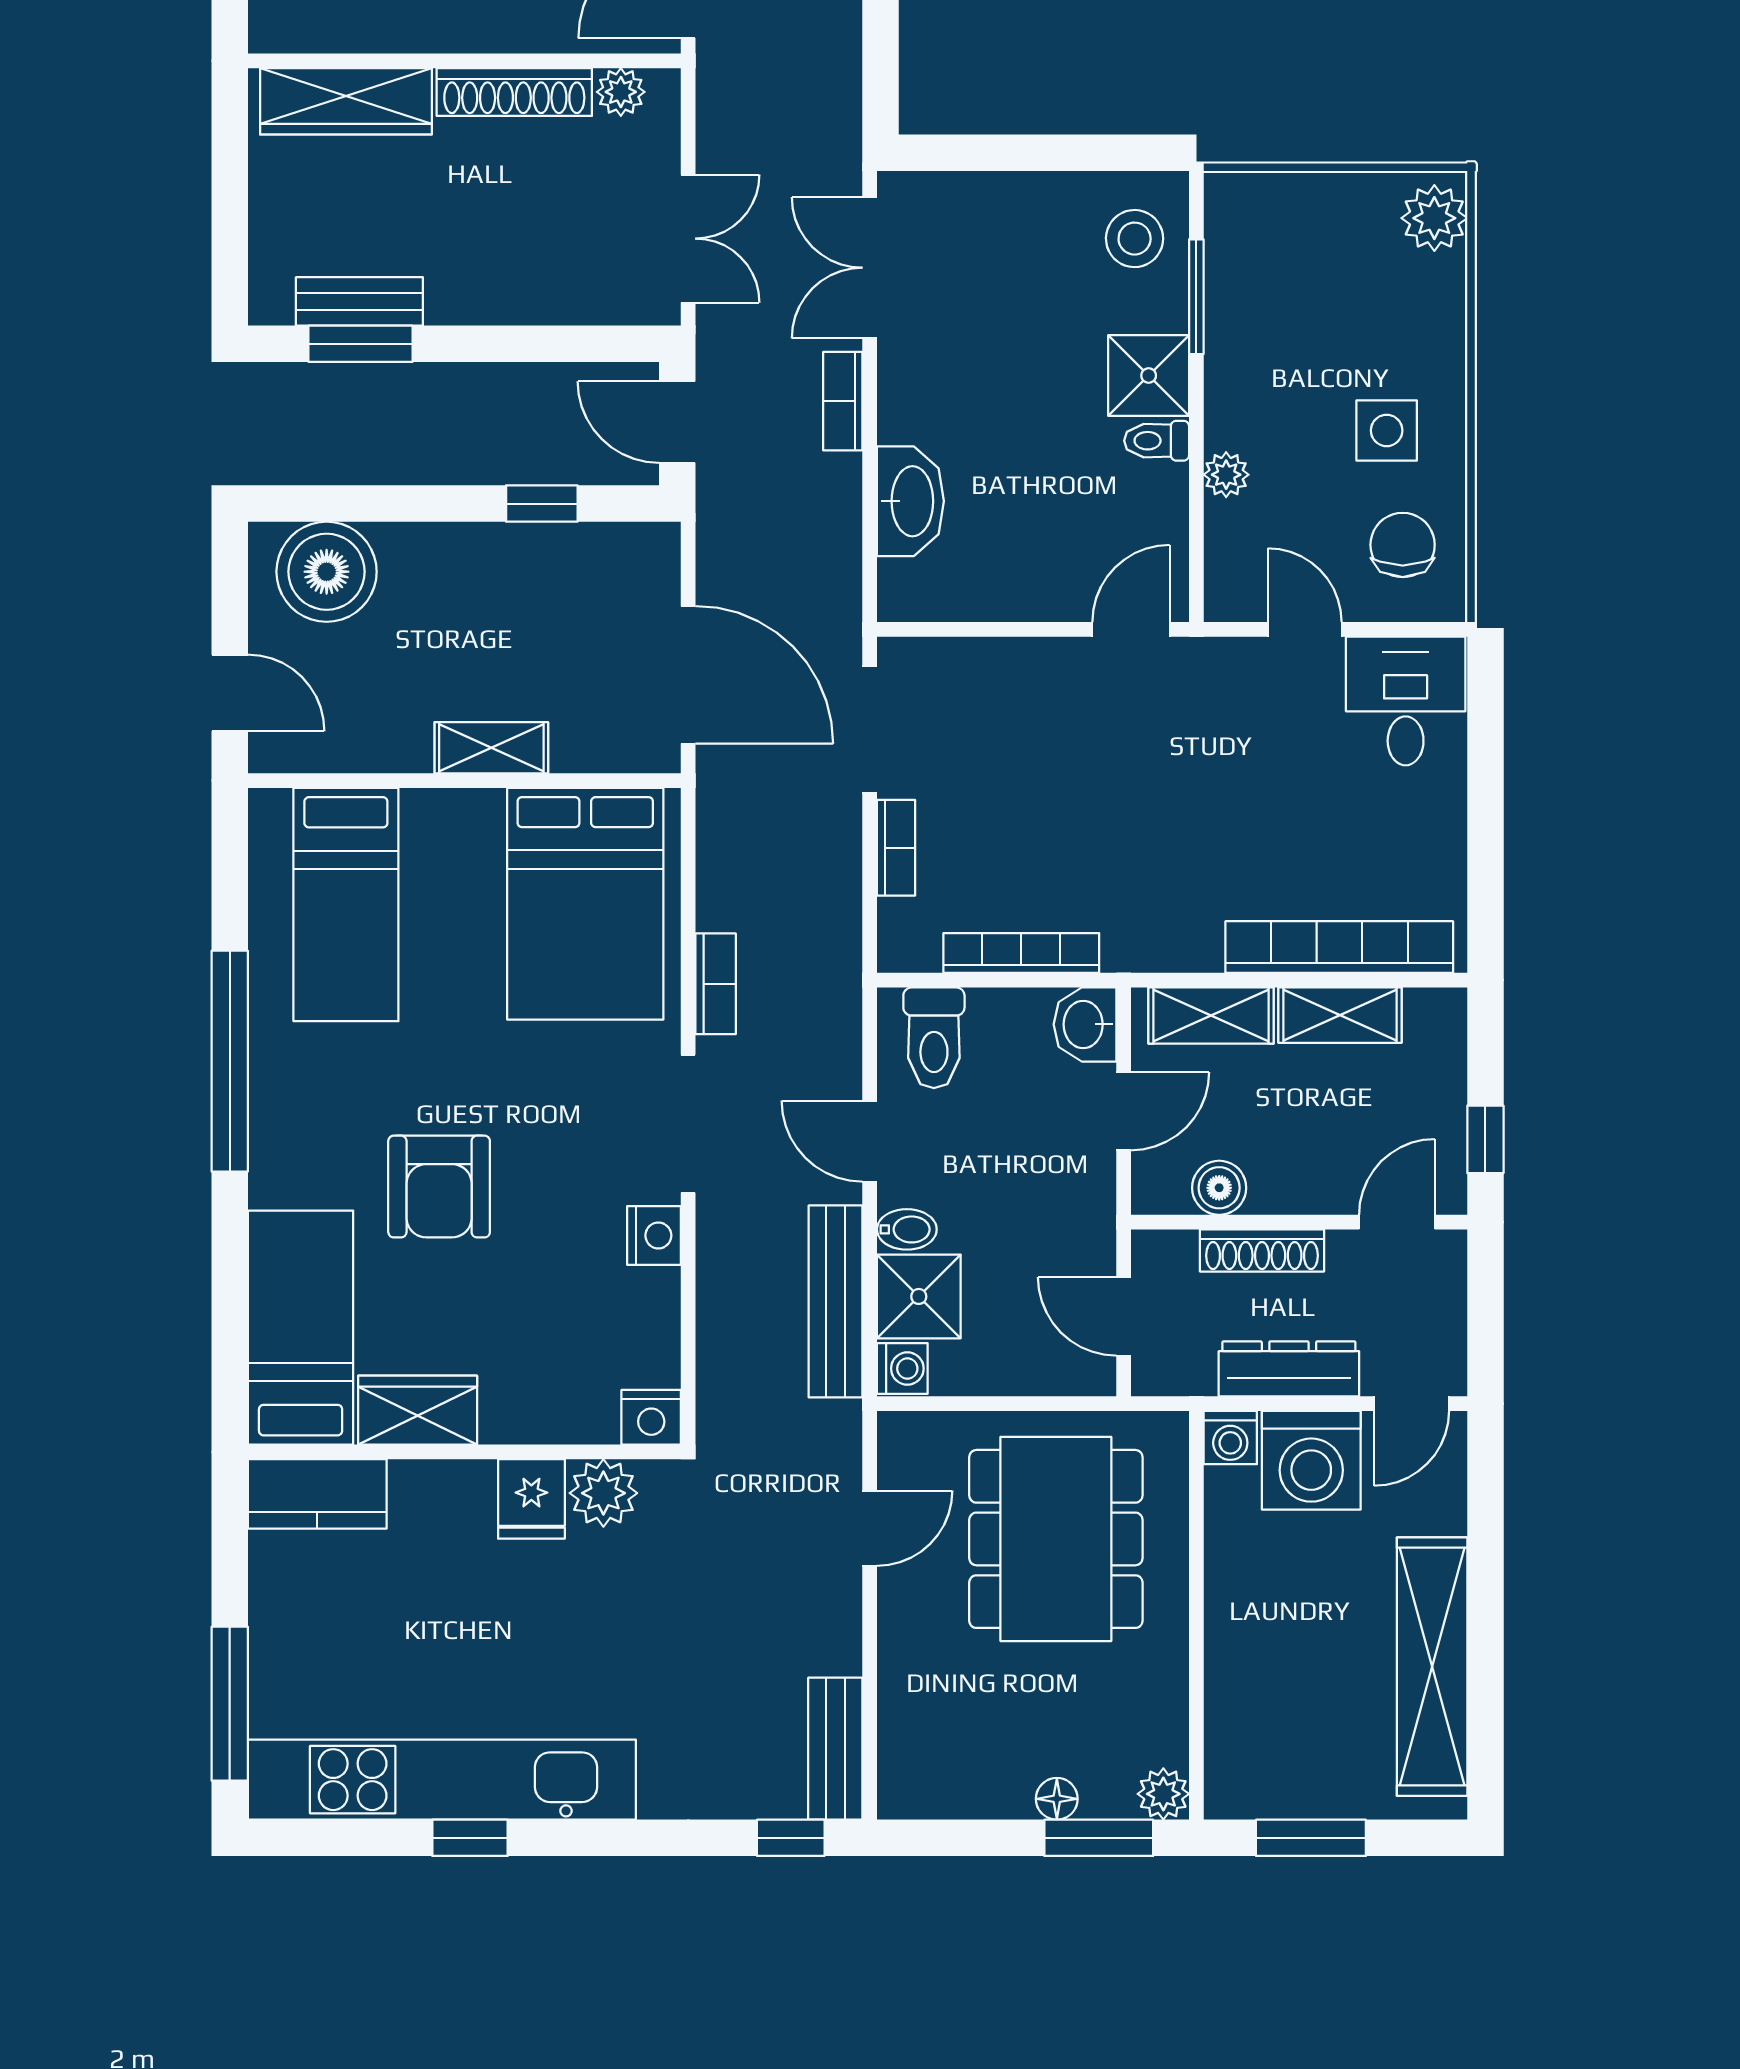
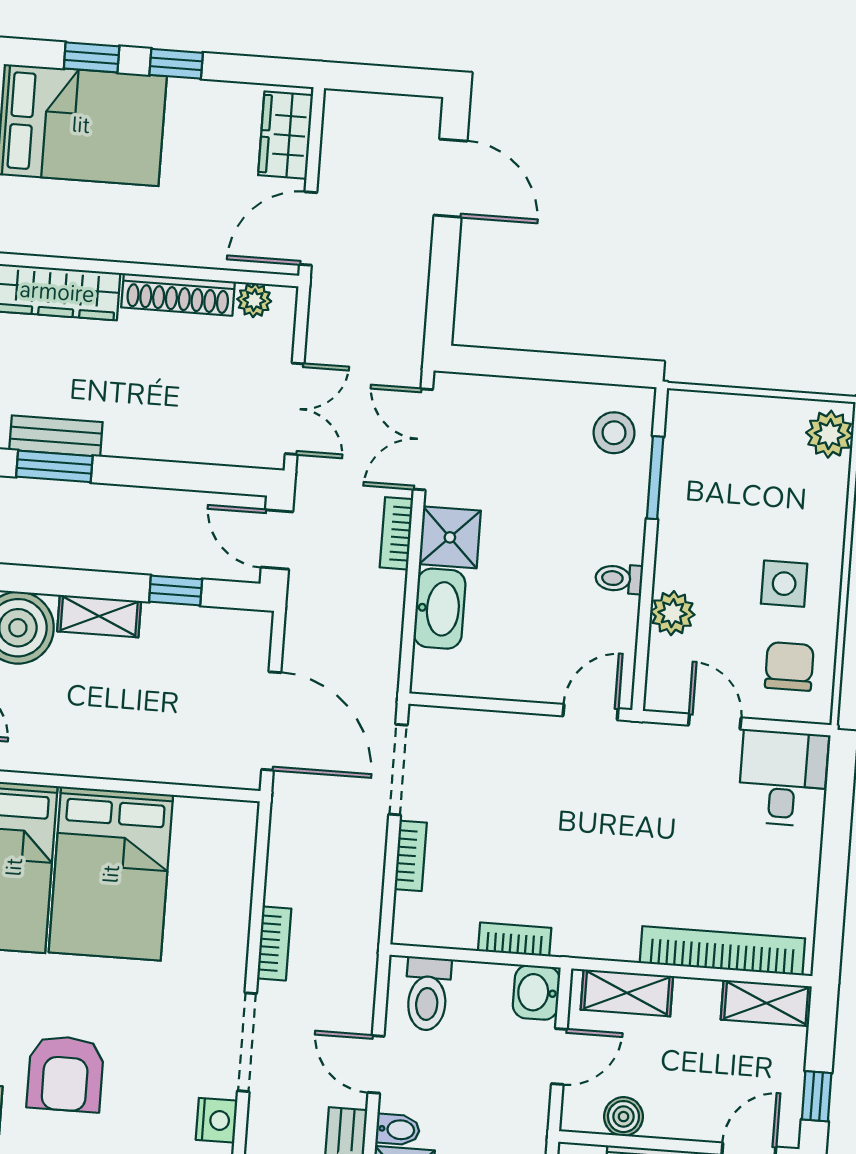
shower: (1149, 376) -> (450, 537), moved
plant: (1226, 475) -> (672, 613), width x1.38, depth x1.38
shelving: (491, 748) -> (99, 616), moved
bed: (585, 904) -> (111, 874), moved
bookcase: (1021, 953) -> (515, 939), width x0.64
shelving: (1340, 1015) -> (766, 1003), moved

